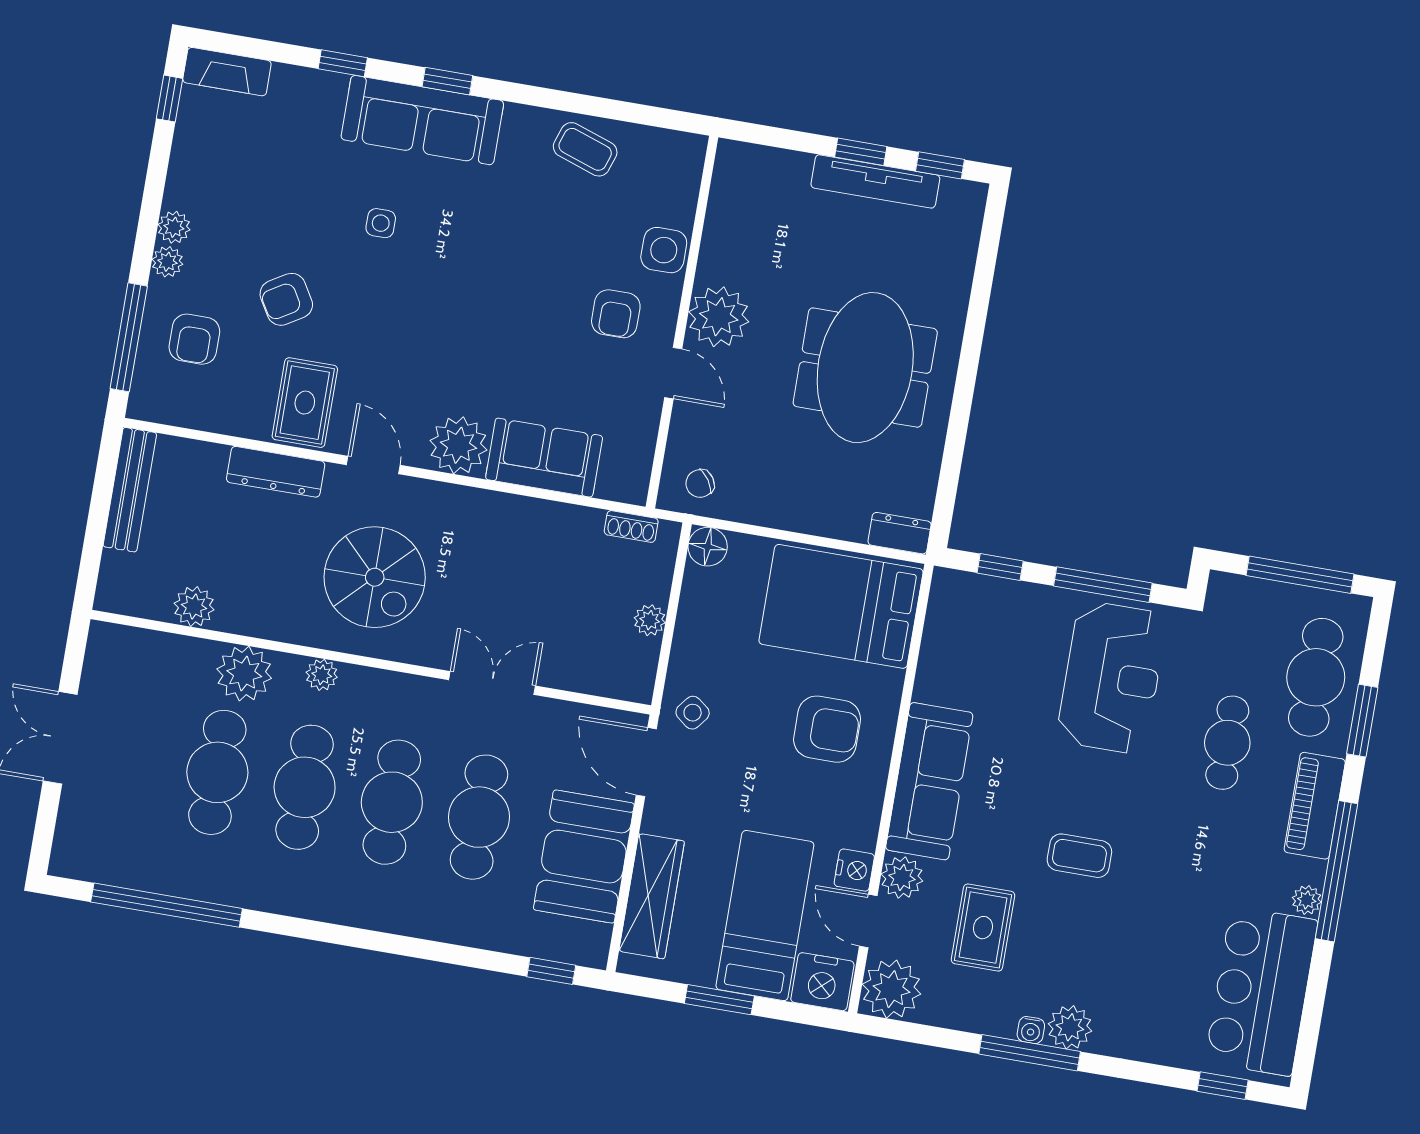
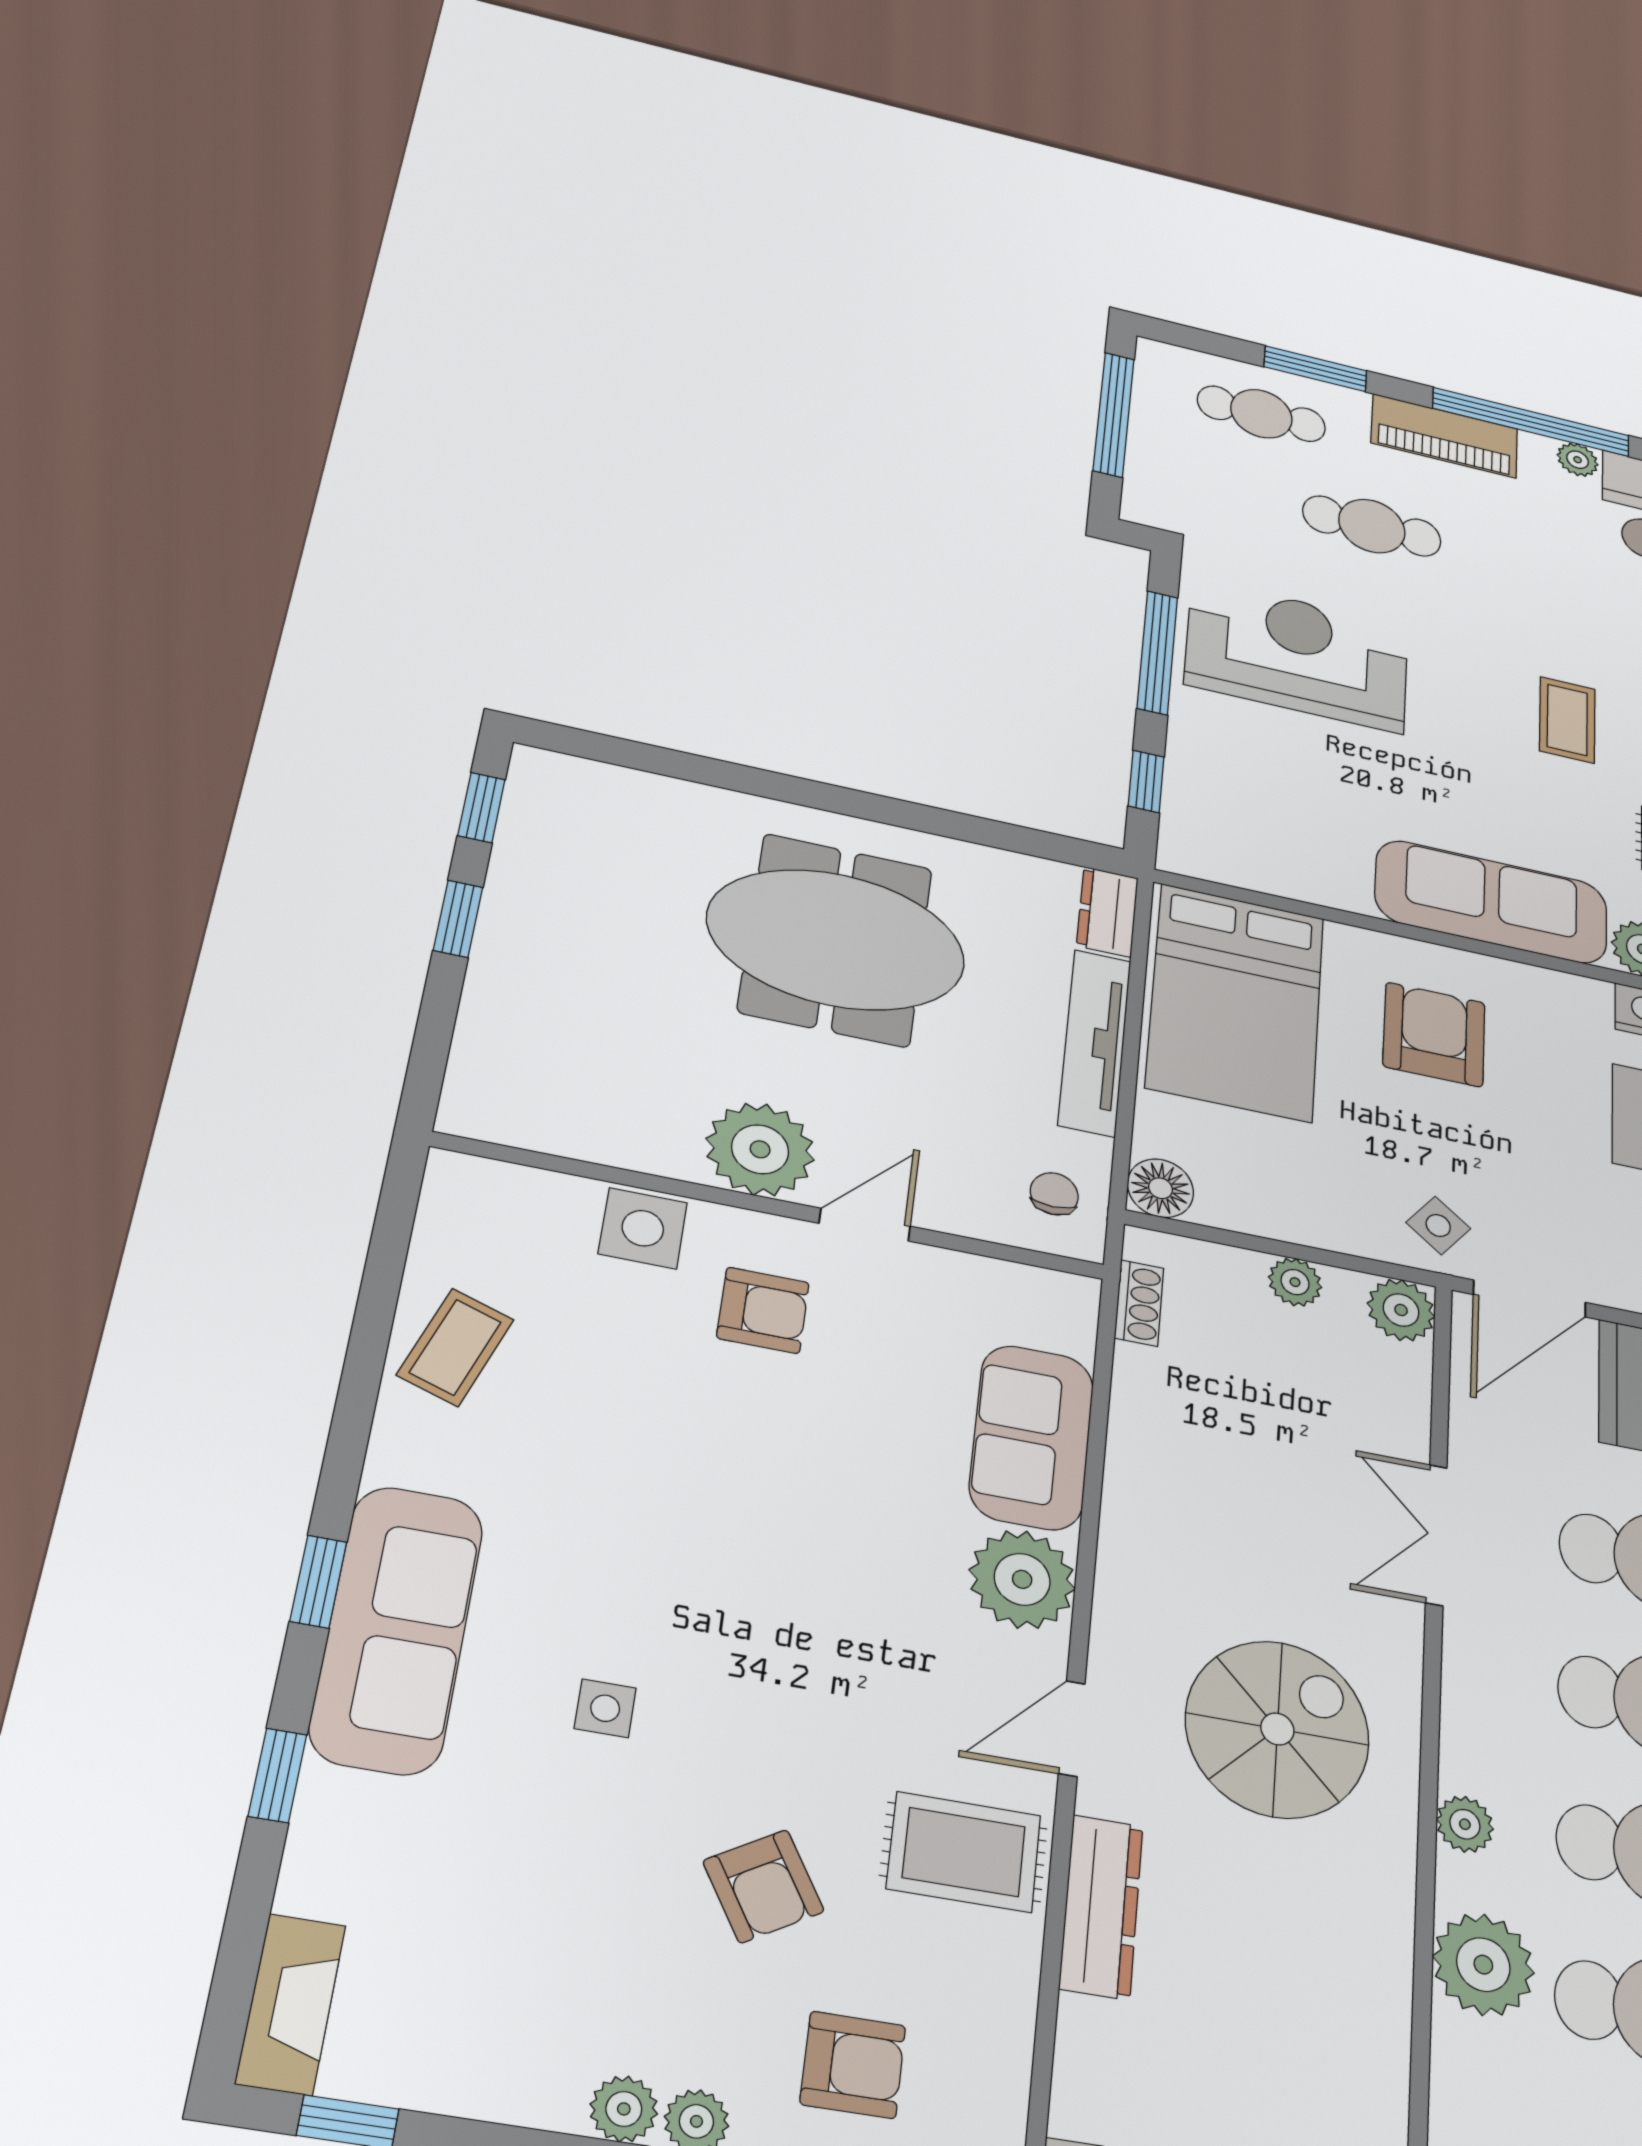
tv unit: (875, 181) -> (1095, 1042), moved, turned 180
chair: (700, 483) -> (1054, 1194), turned -146
plant: (194, 607) -> (1401, 1310), moved
cafe table: (1316, 677) -> (1261, 414), width x0.73, depth x0.74

